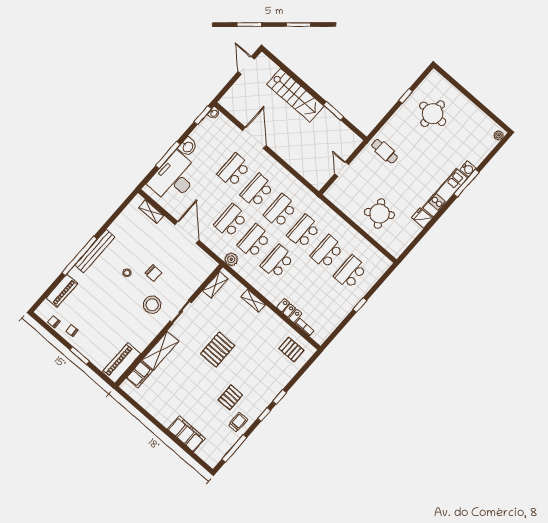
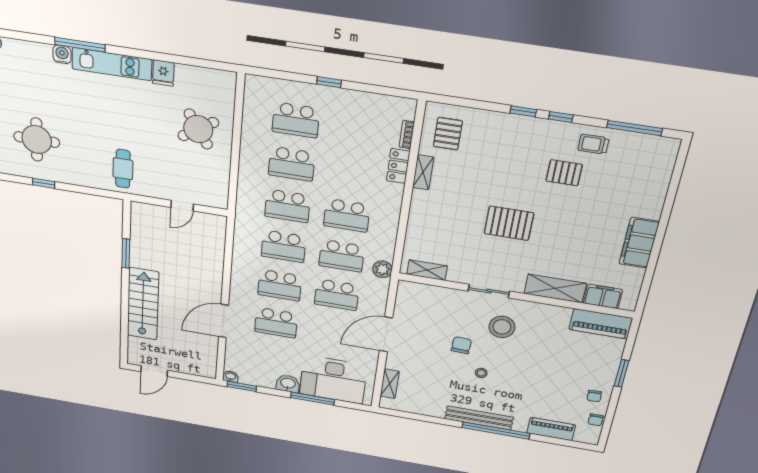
shelving: (253, 301) -> (423, 172), moved
filing cabinet: (186, 434) -> (639, 243), moved

